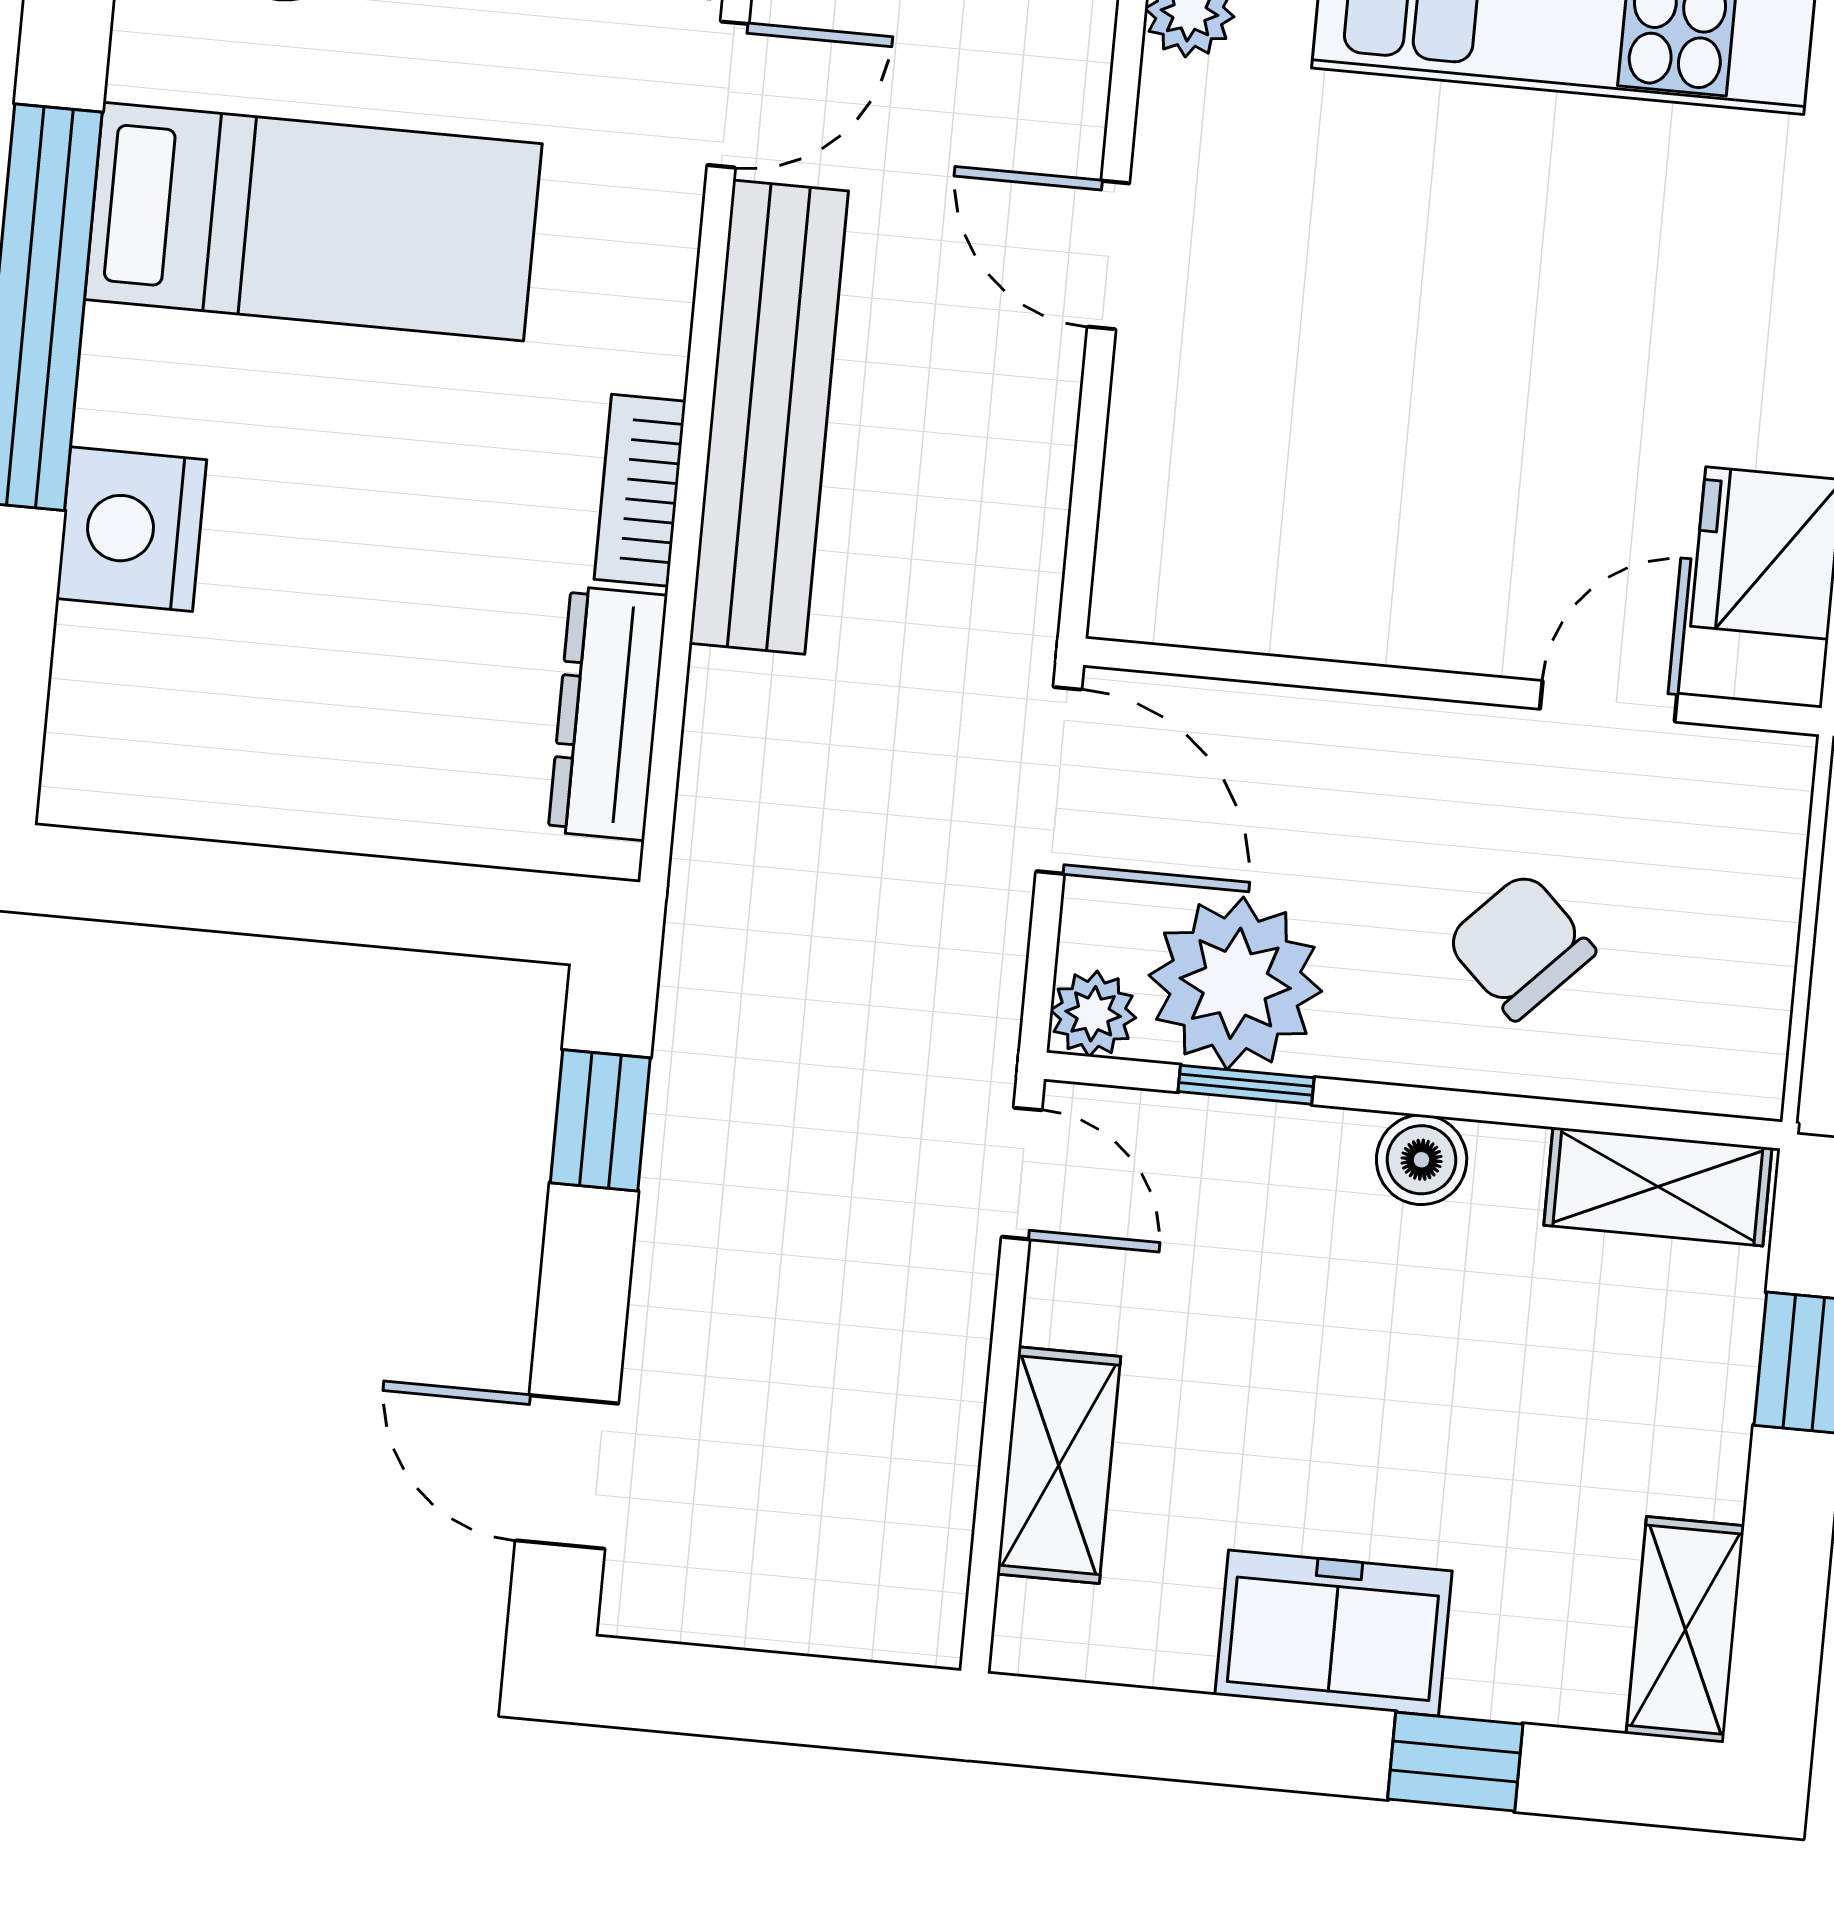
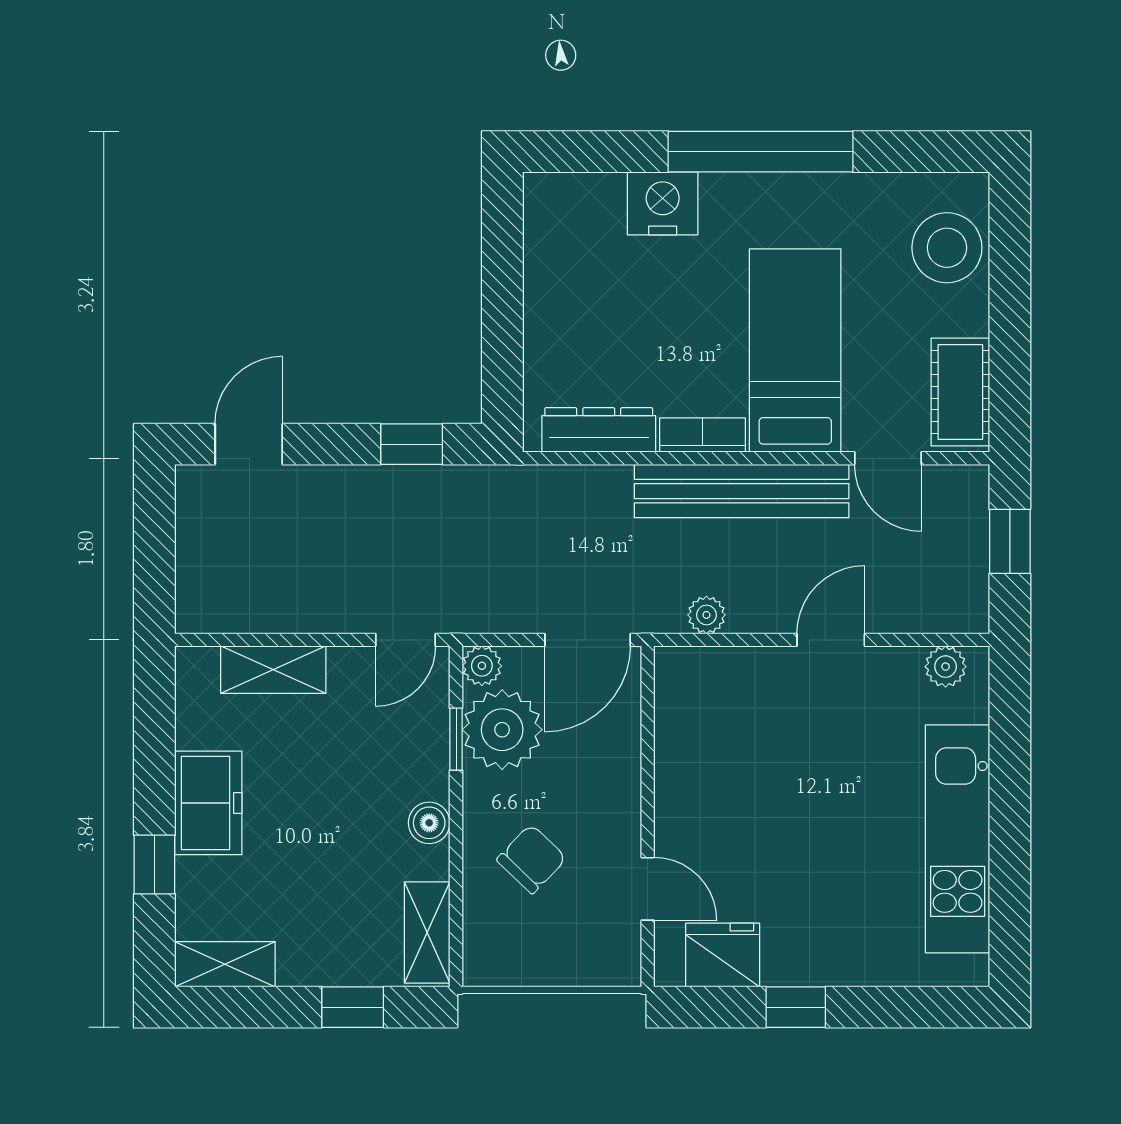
bed: (313, 222) -> (795, 351), moved, turned 180
plant: (1029, 518) -> (706, 615), added

